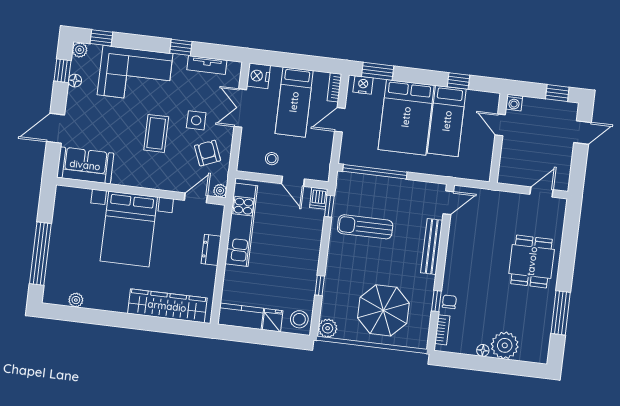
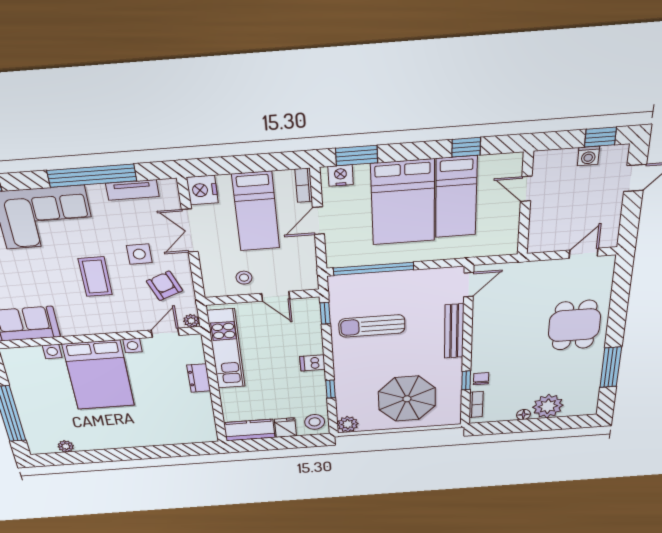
window: (181, 47) -> (92, 176), width x3.17
washing machine: (514, 103) -> (588, 156), moved
dishwasher: (319, 198) -> (312, 363), moved, turned 90
wardrobe: (167, 306) -> (167, 435), removed

